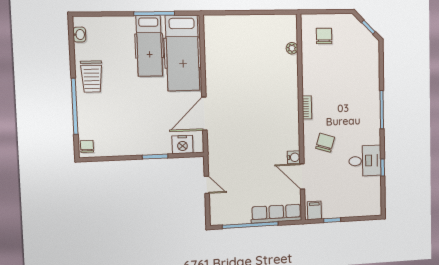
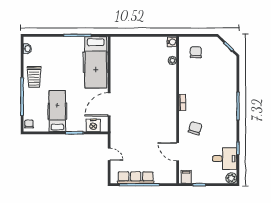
hospital bed: (149, 46) -> (57, 111), moved, turned 180
water cooler: (294, 157) -> (172, 42), moved
desk: (365, 161) -> (225, 159), moved
plant: (375, 209) -> (231, 178), added
row of seats: (276, 214) -> (136, 178), moved

